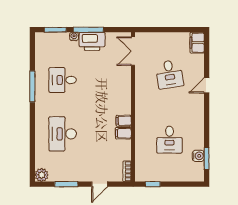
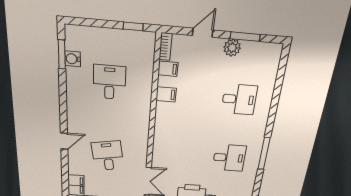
filing cabinet: (124, 121) -> (168, 69), moved
desk: (63, 134) -> (239, 99), width x0.73
plant: (42, 175) -> (232, 48), moved

